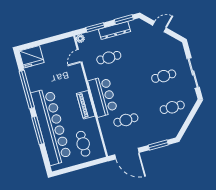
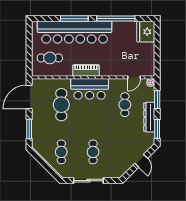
door: (80, 56) -> (134, 77), swing flipped
cafe table: (126, 120) -> (61, 105), width x1.37, depth x1.35

